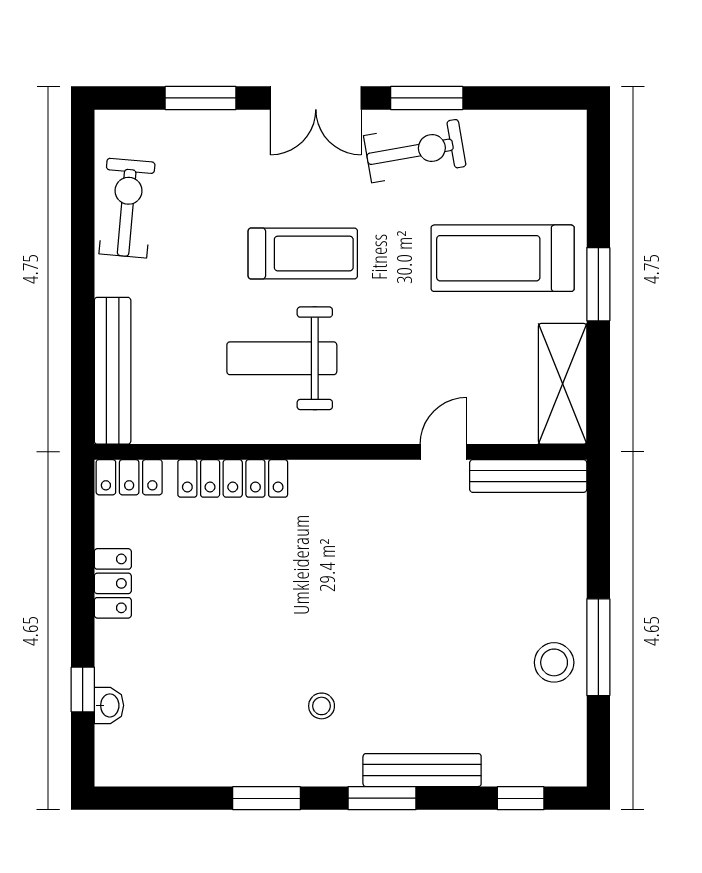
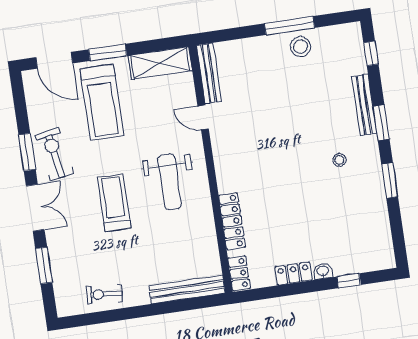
door: (598, 177) -> (54, 60), added
exercise bike: (127, 208) -> (104, 294), width x0.73, depth x0.72
weight bench: (282, 358) -> (170, 182), moved
washbasin: (109, 705) -> (323, 271), moved

